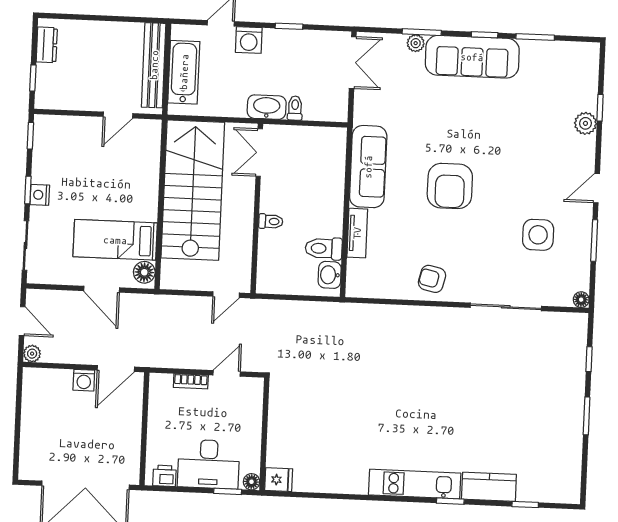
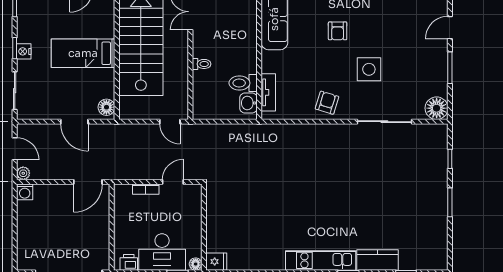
armchair: (450, 186) -> (338, 31), width x0.53, depth x0.53
tv unit: (357, 233) -> (268, 92), moved
side table: (538, 235) -> (369, 69), moved
bed: (115, 240) -> (83, 53), moved
armchair: (432, 279) -> (327, 103), turned 94
door: (226, 295) -> (170, 122), hinge flipped
floor lamp: (581, 300) -> (437, 108), width x1.89, depth x1.89
washing machine: (84, 380) -> (25, 192), moved

